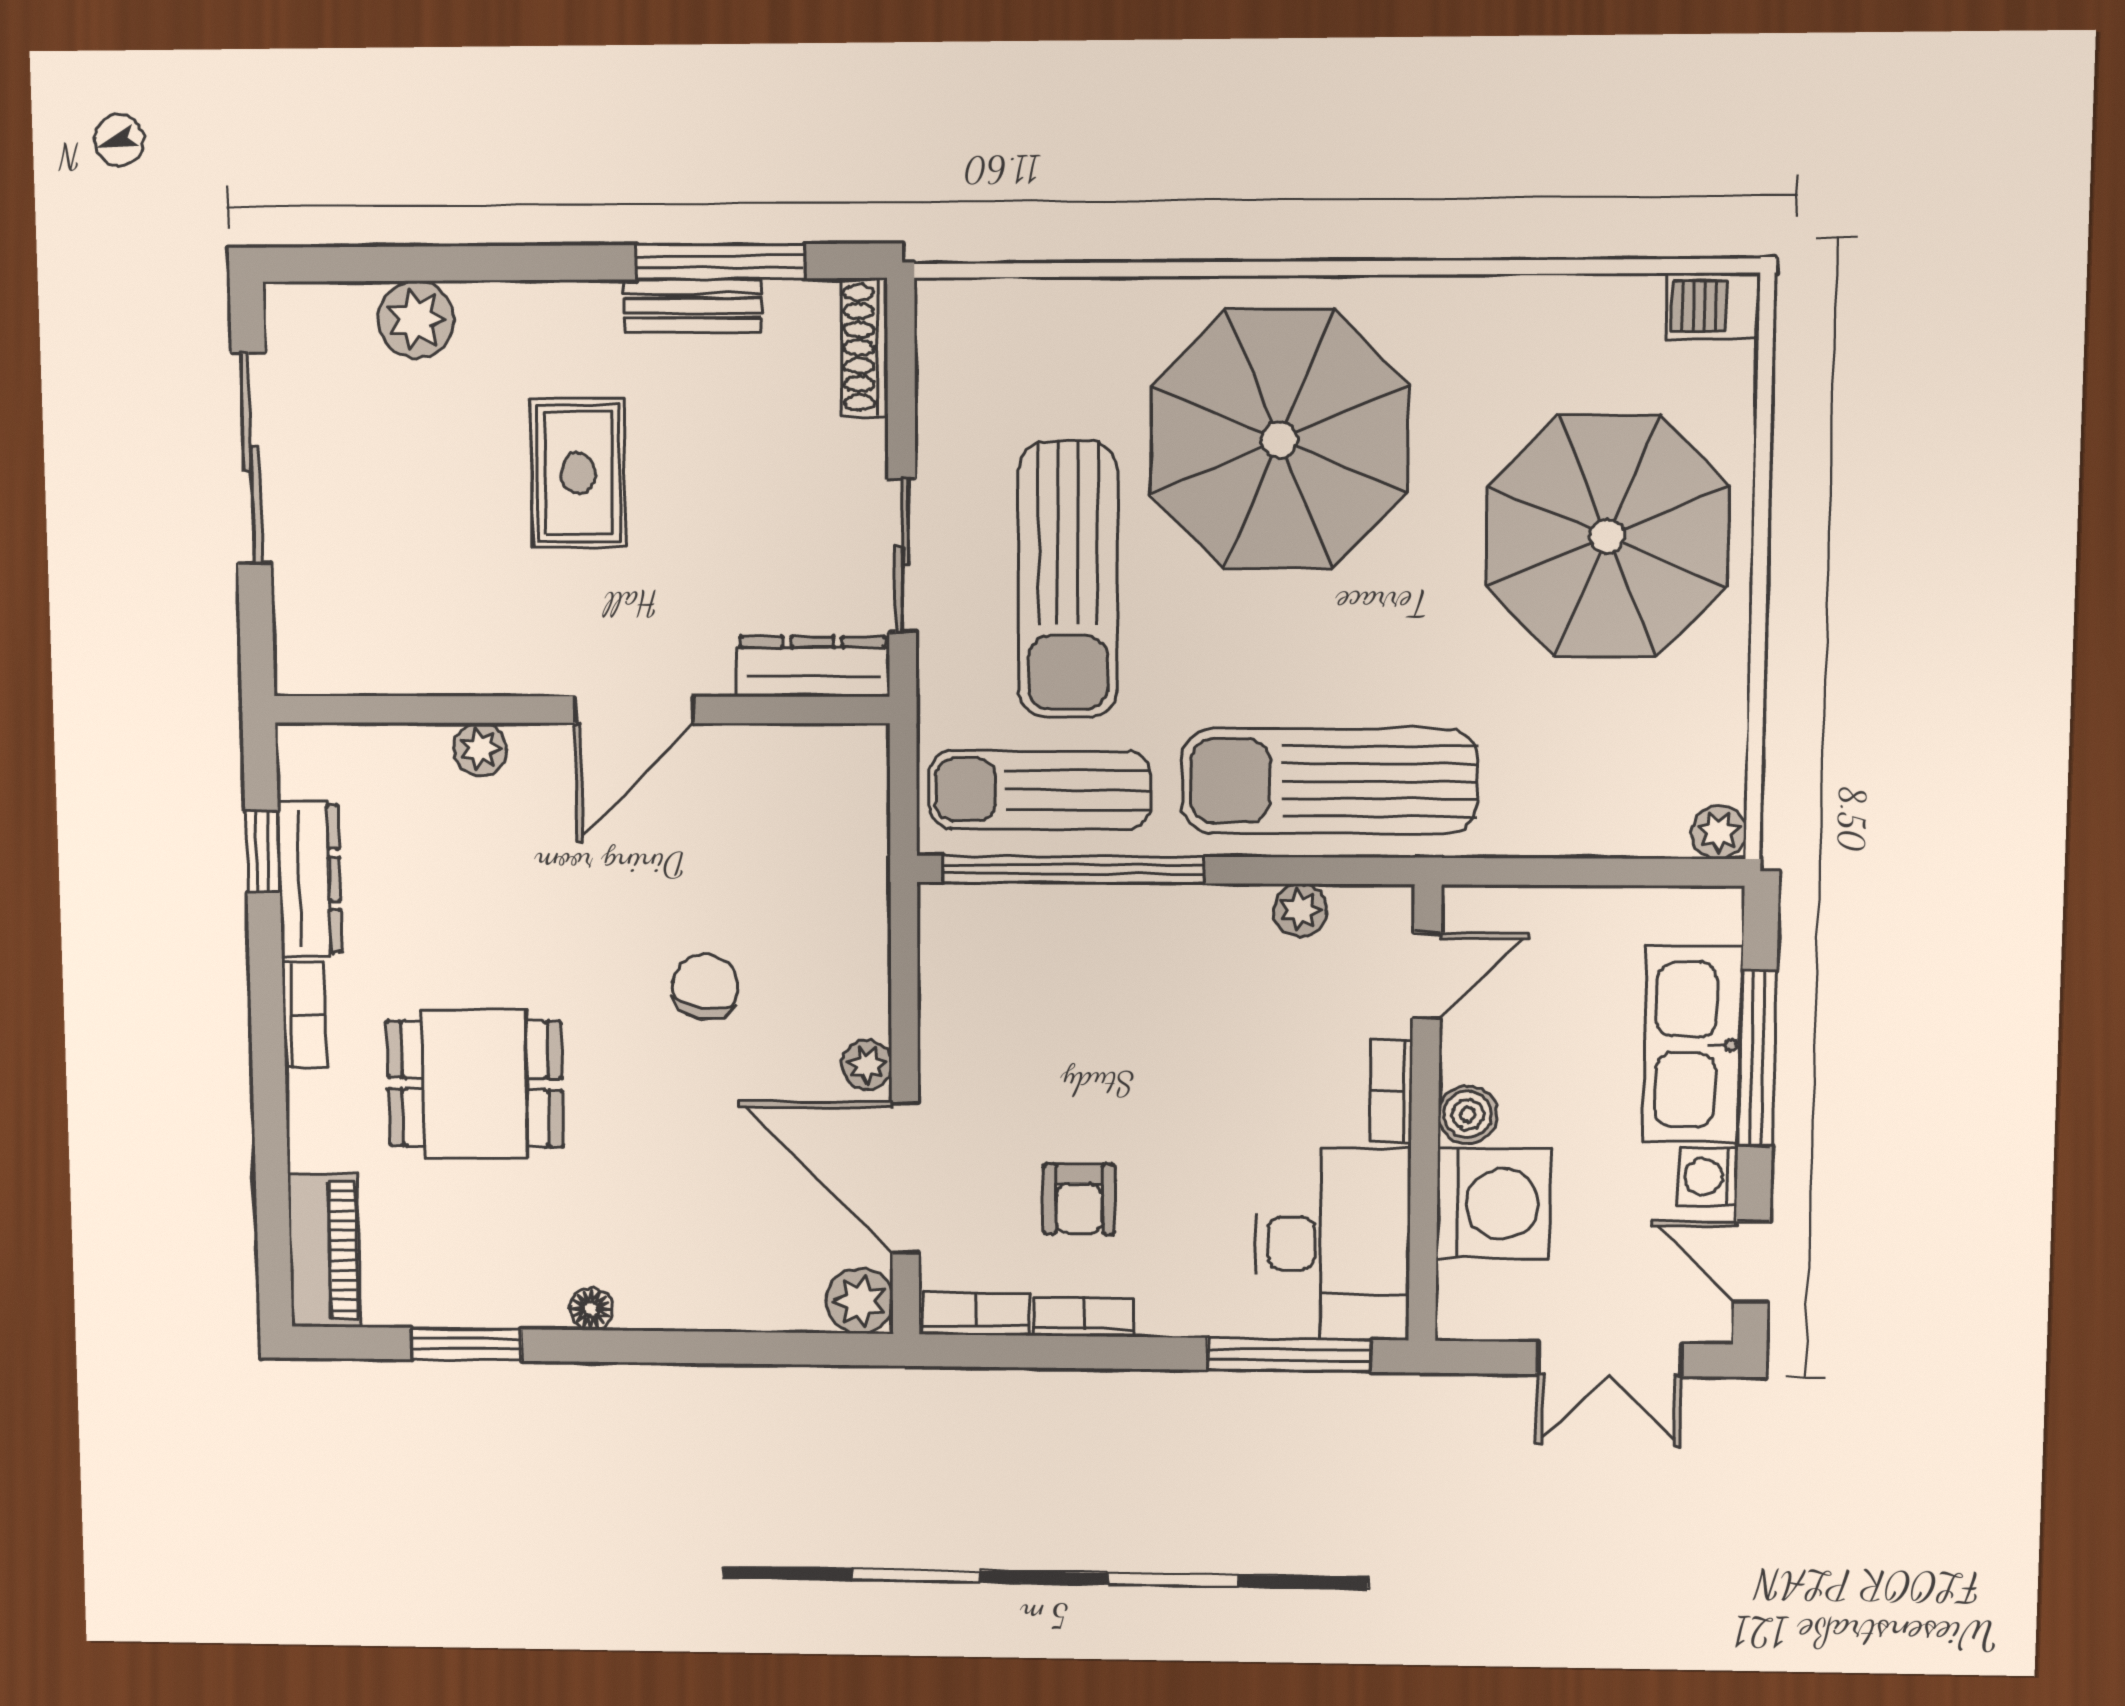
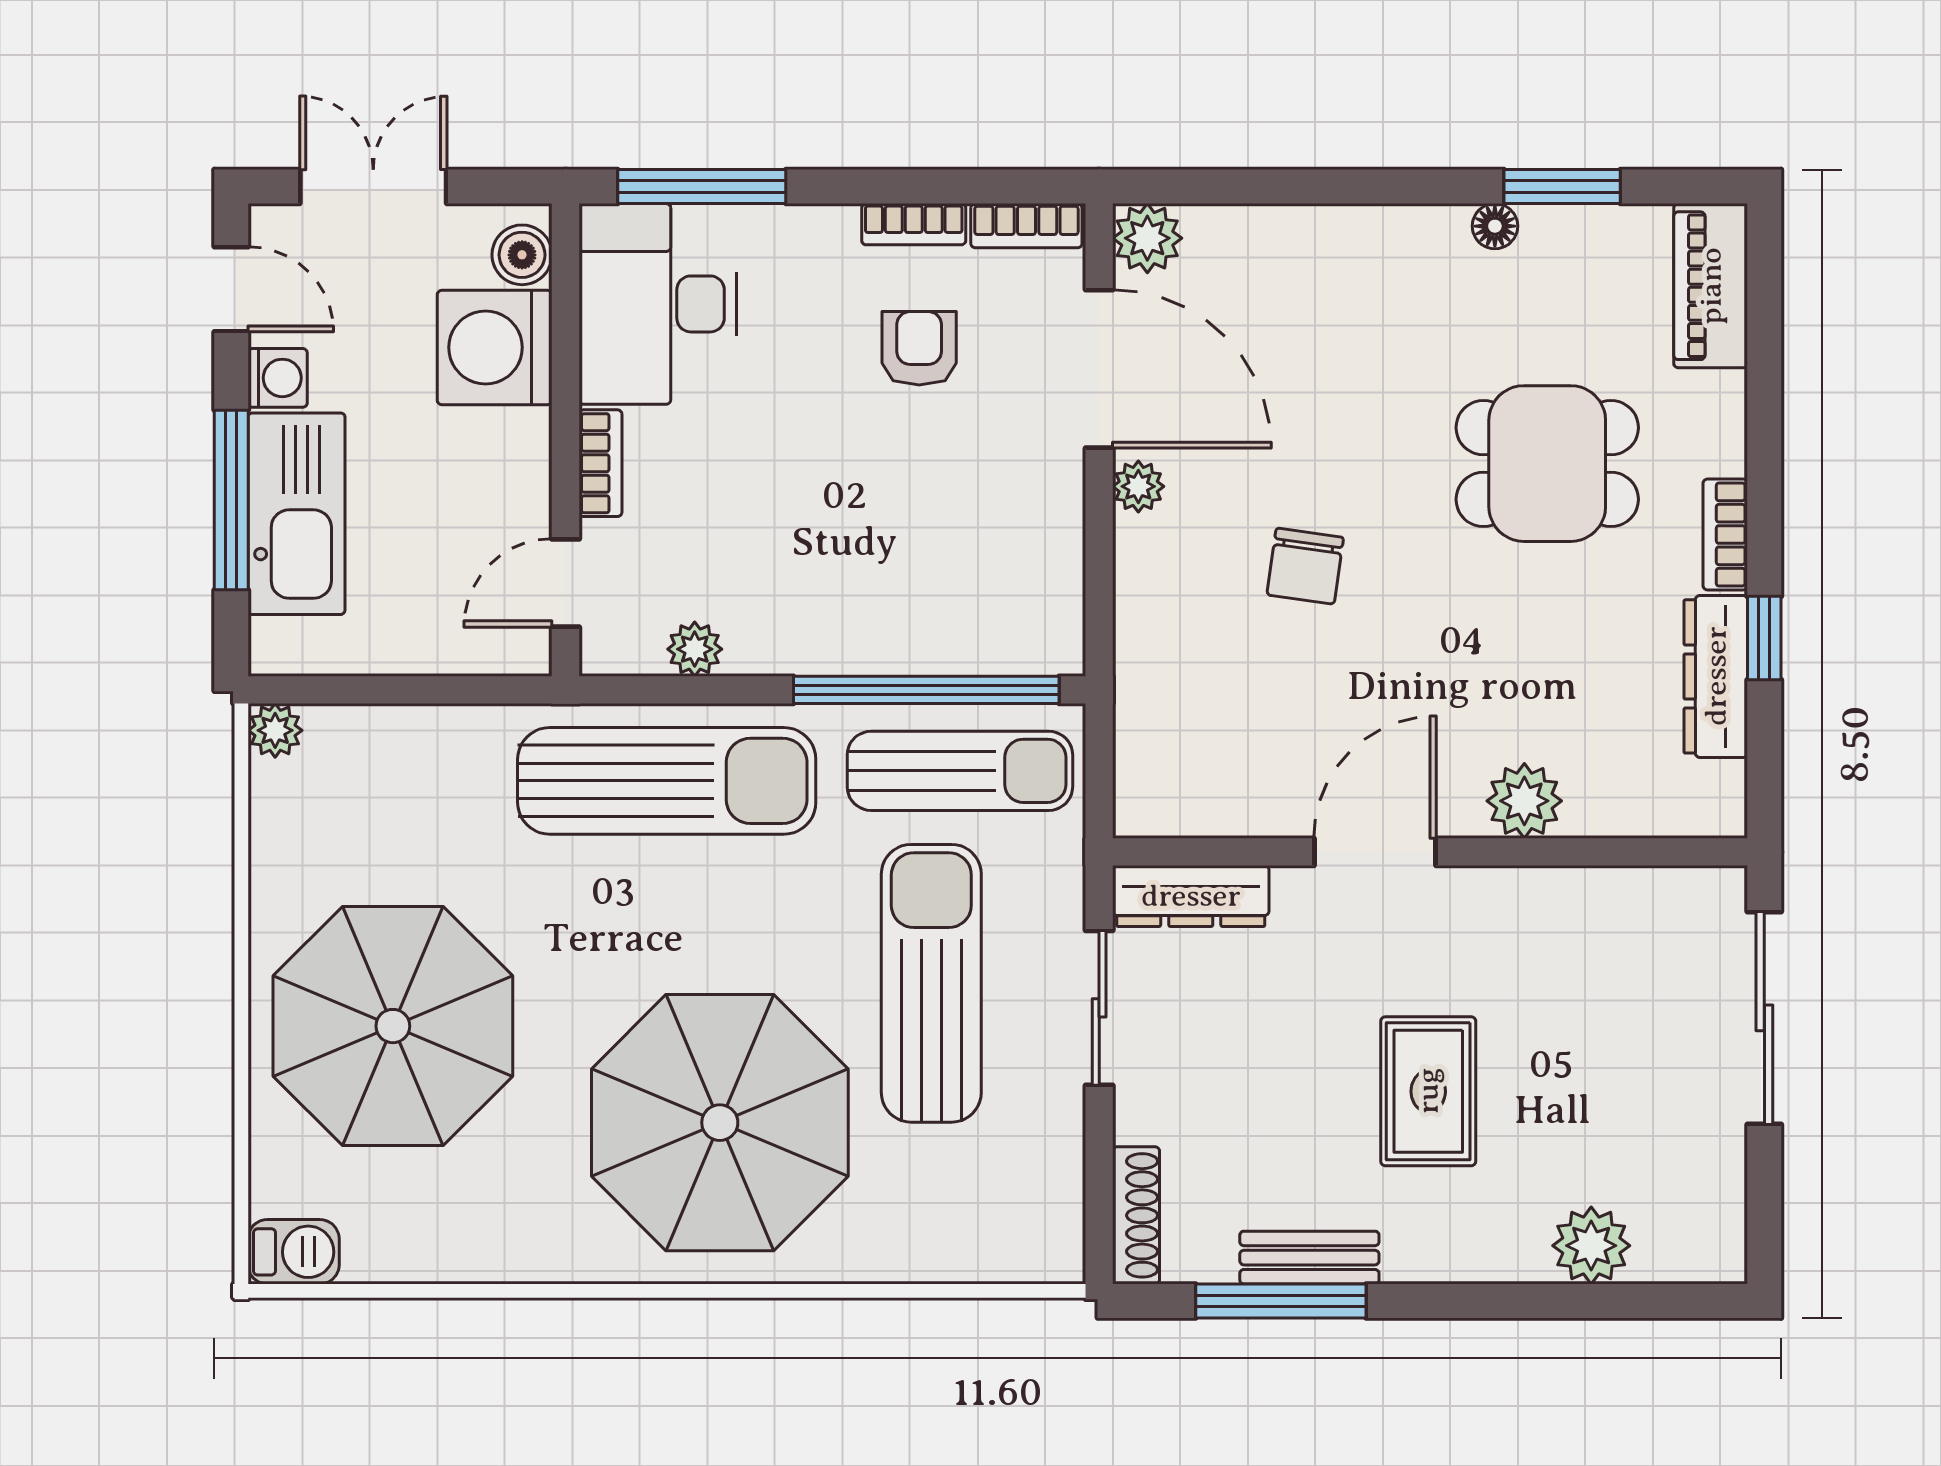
sliding door: (251, 458) -> (1764, 1018), moved
plant: (480, 749) -> (1524, 801), width x1.38, depth x1.38
window: (263, 851) -> (1764, 638), moved
boiler: (1468, 1115) -> (522, 255), moved
floor lamp: (591, 1309) -> (1495, 226), moved

